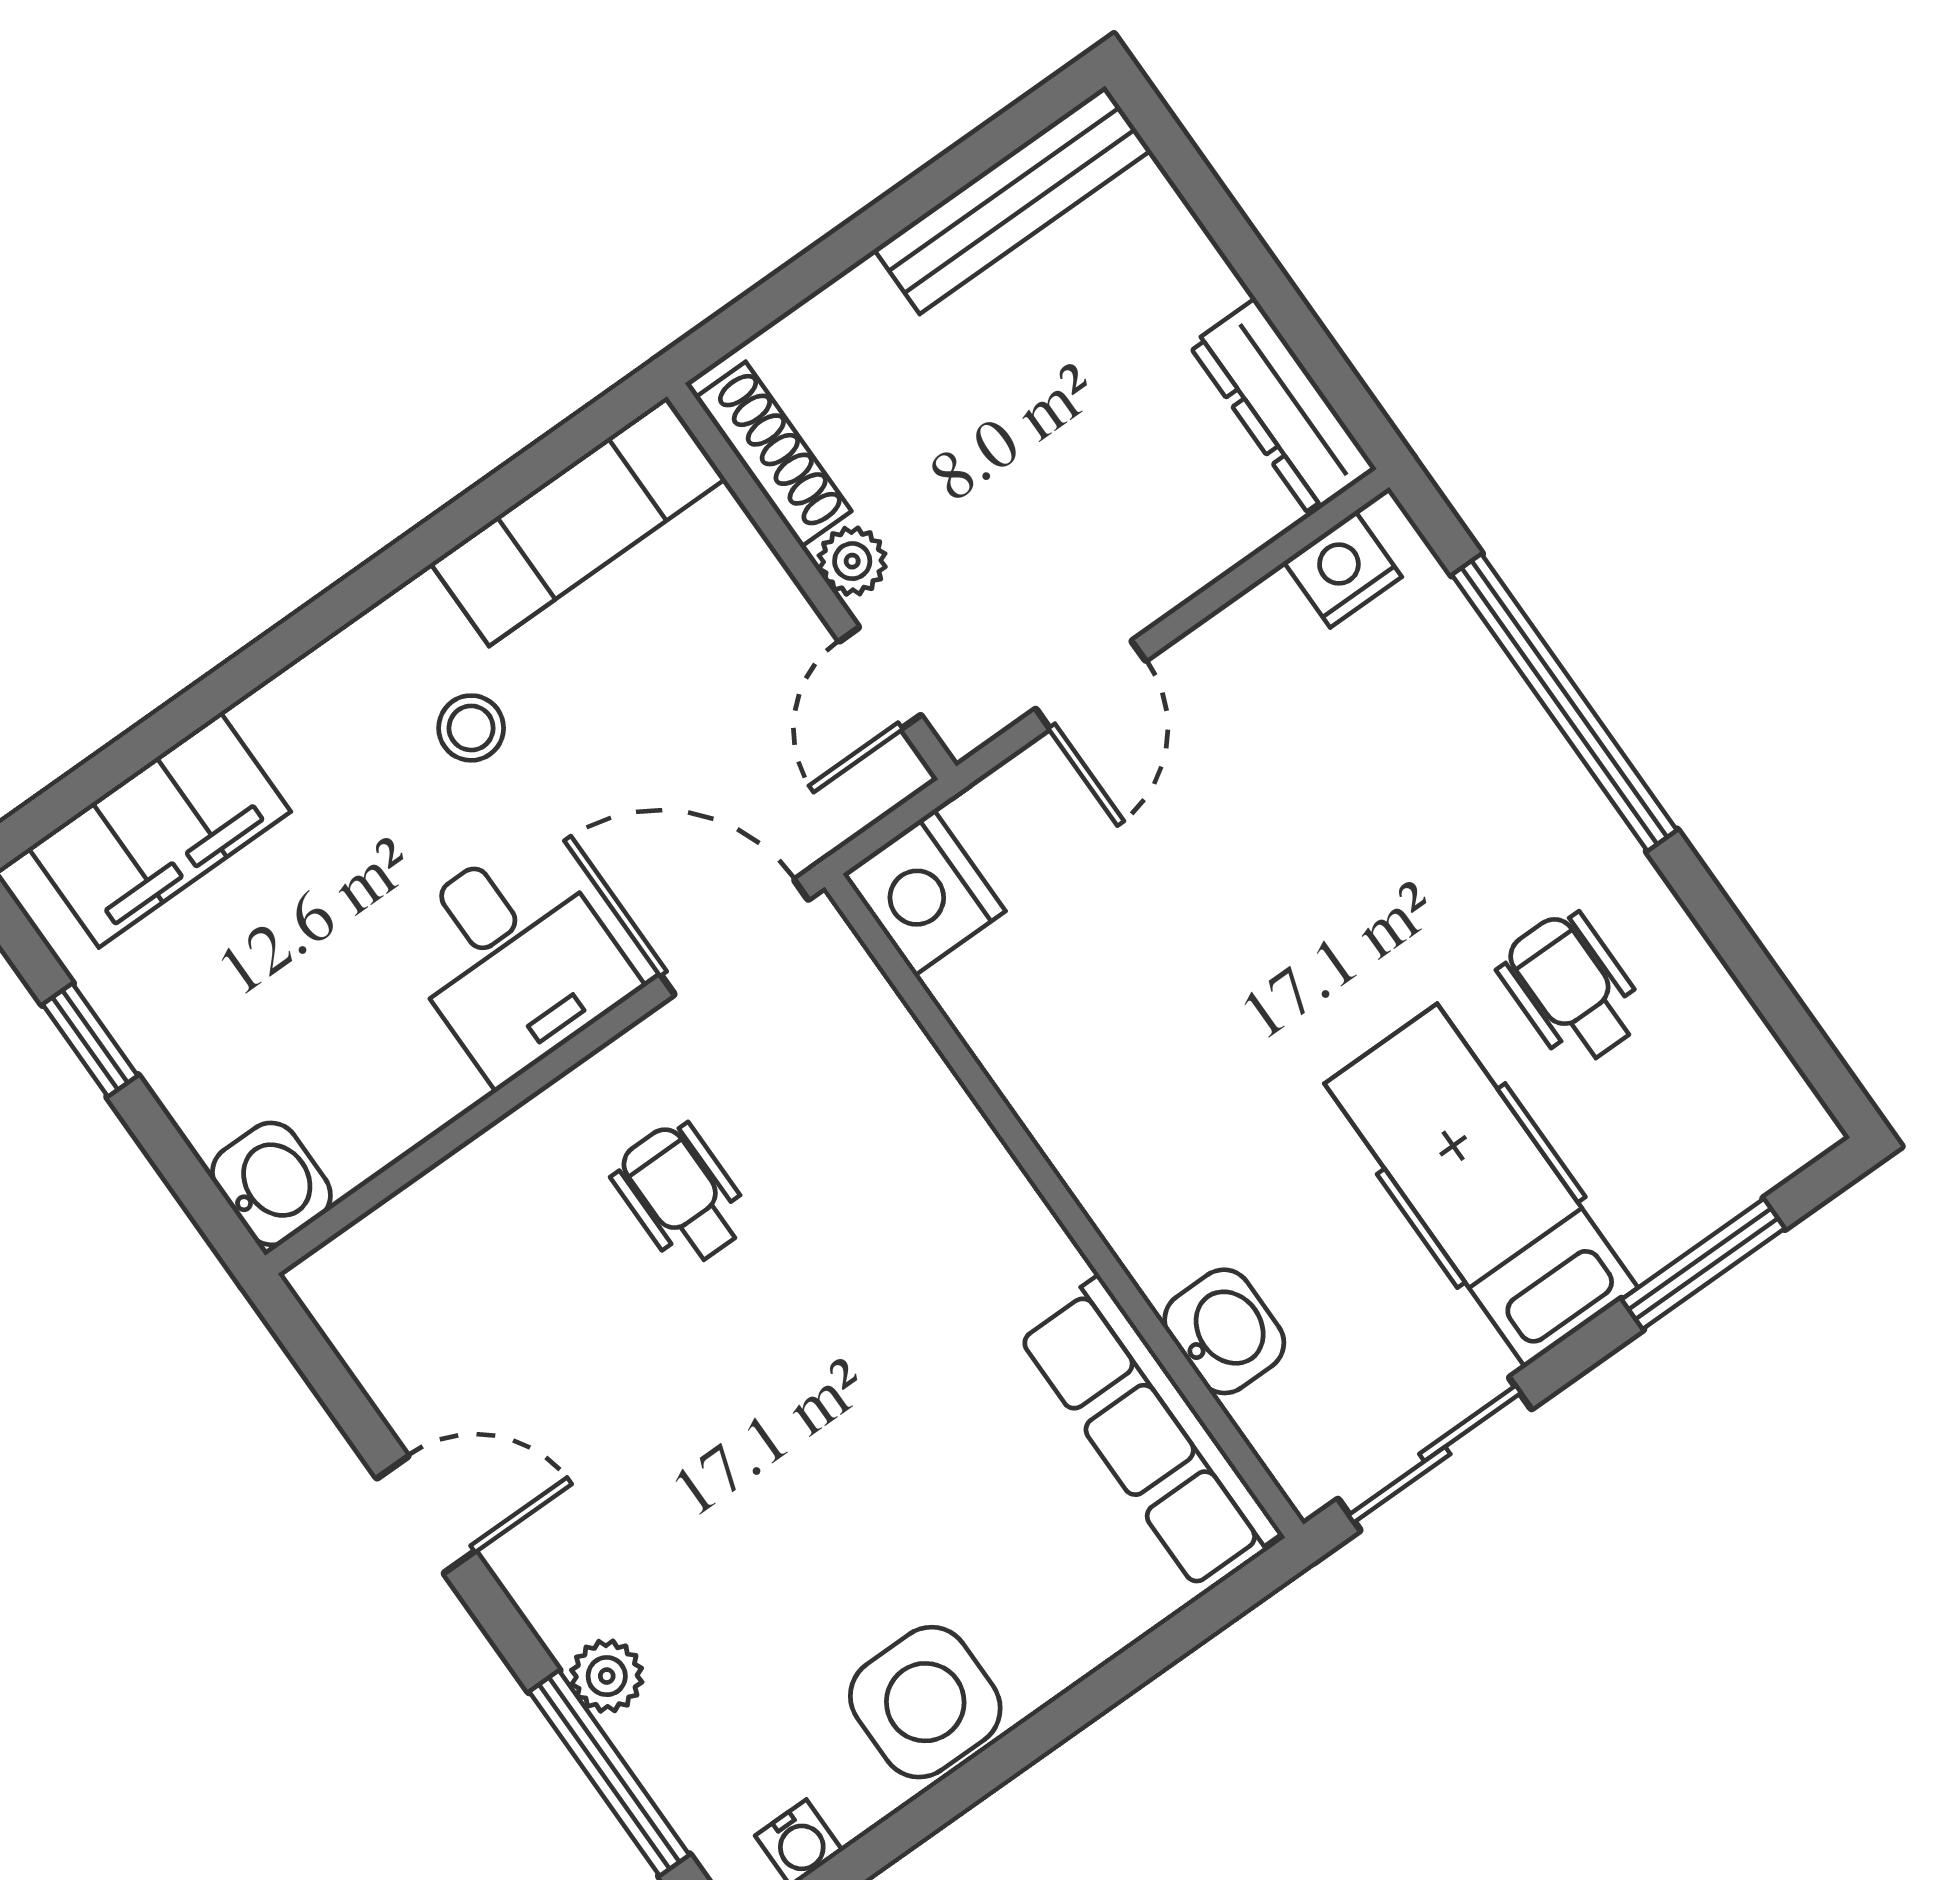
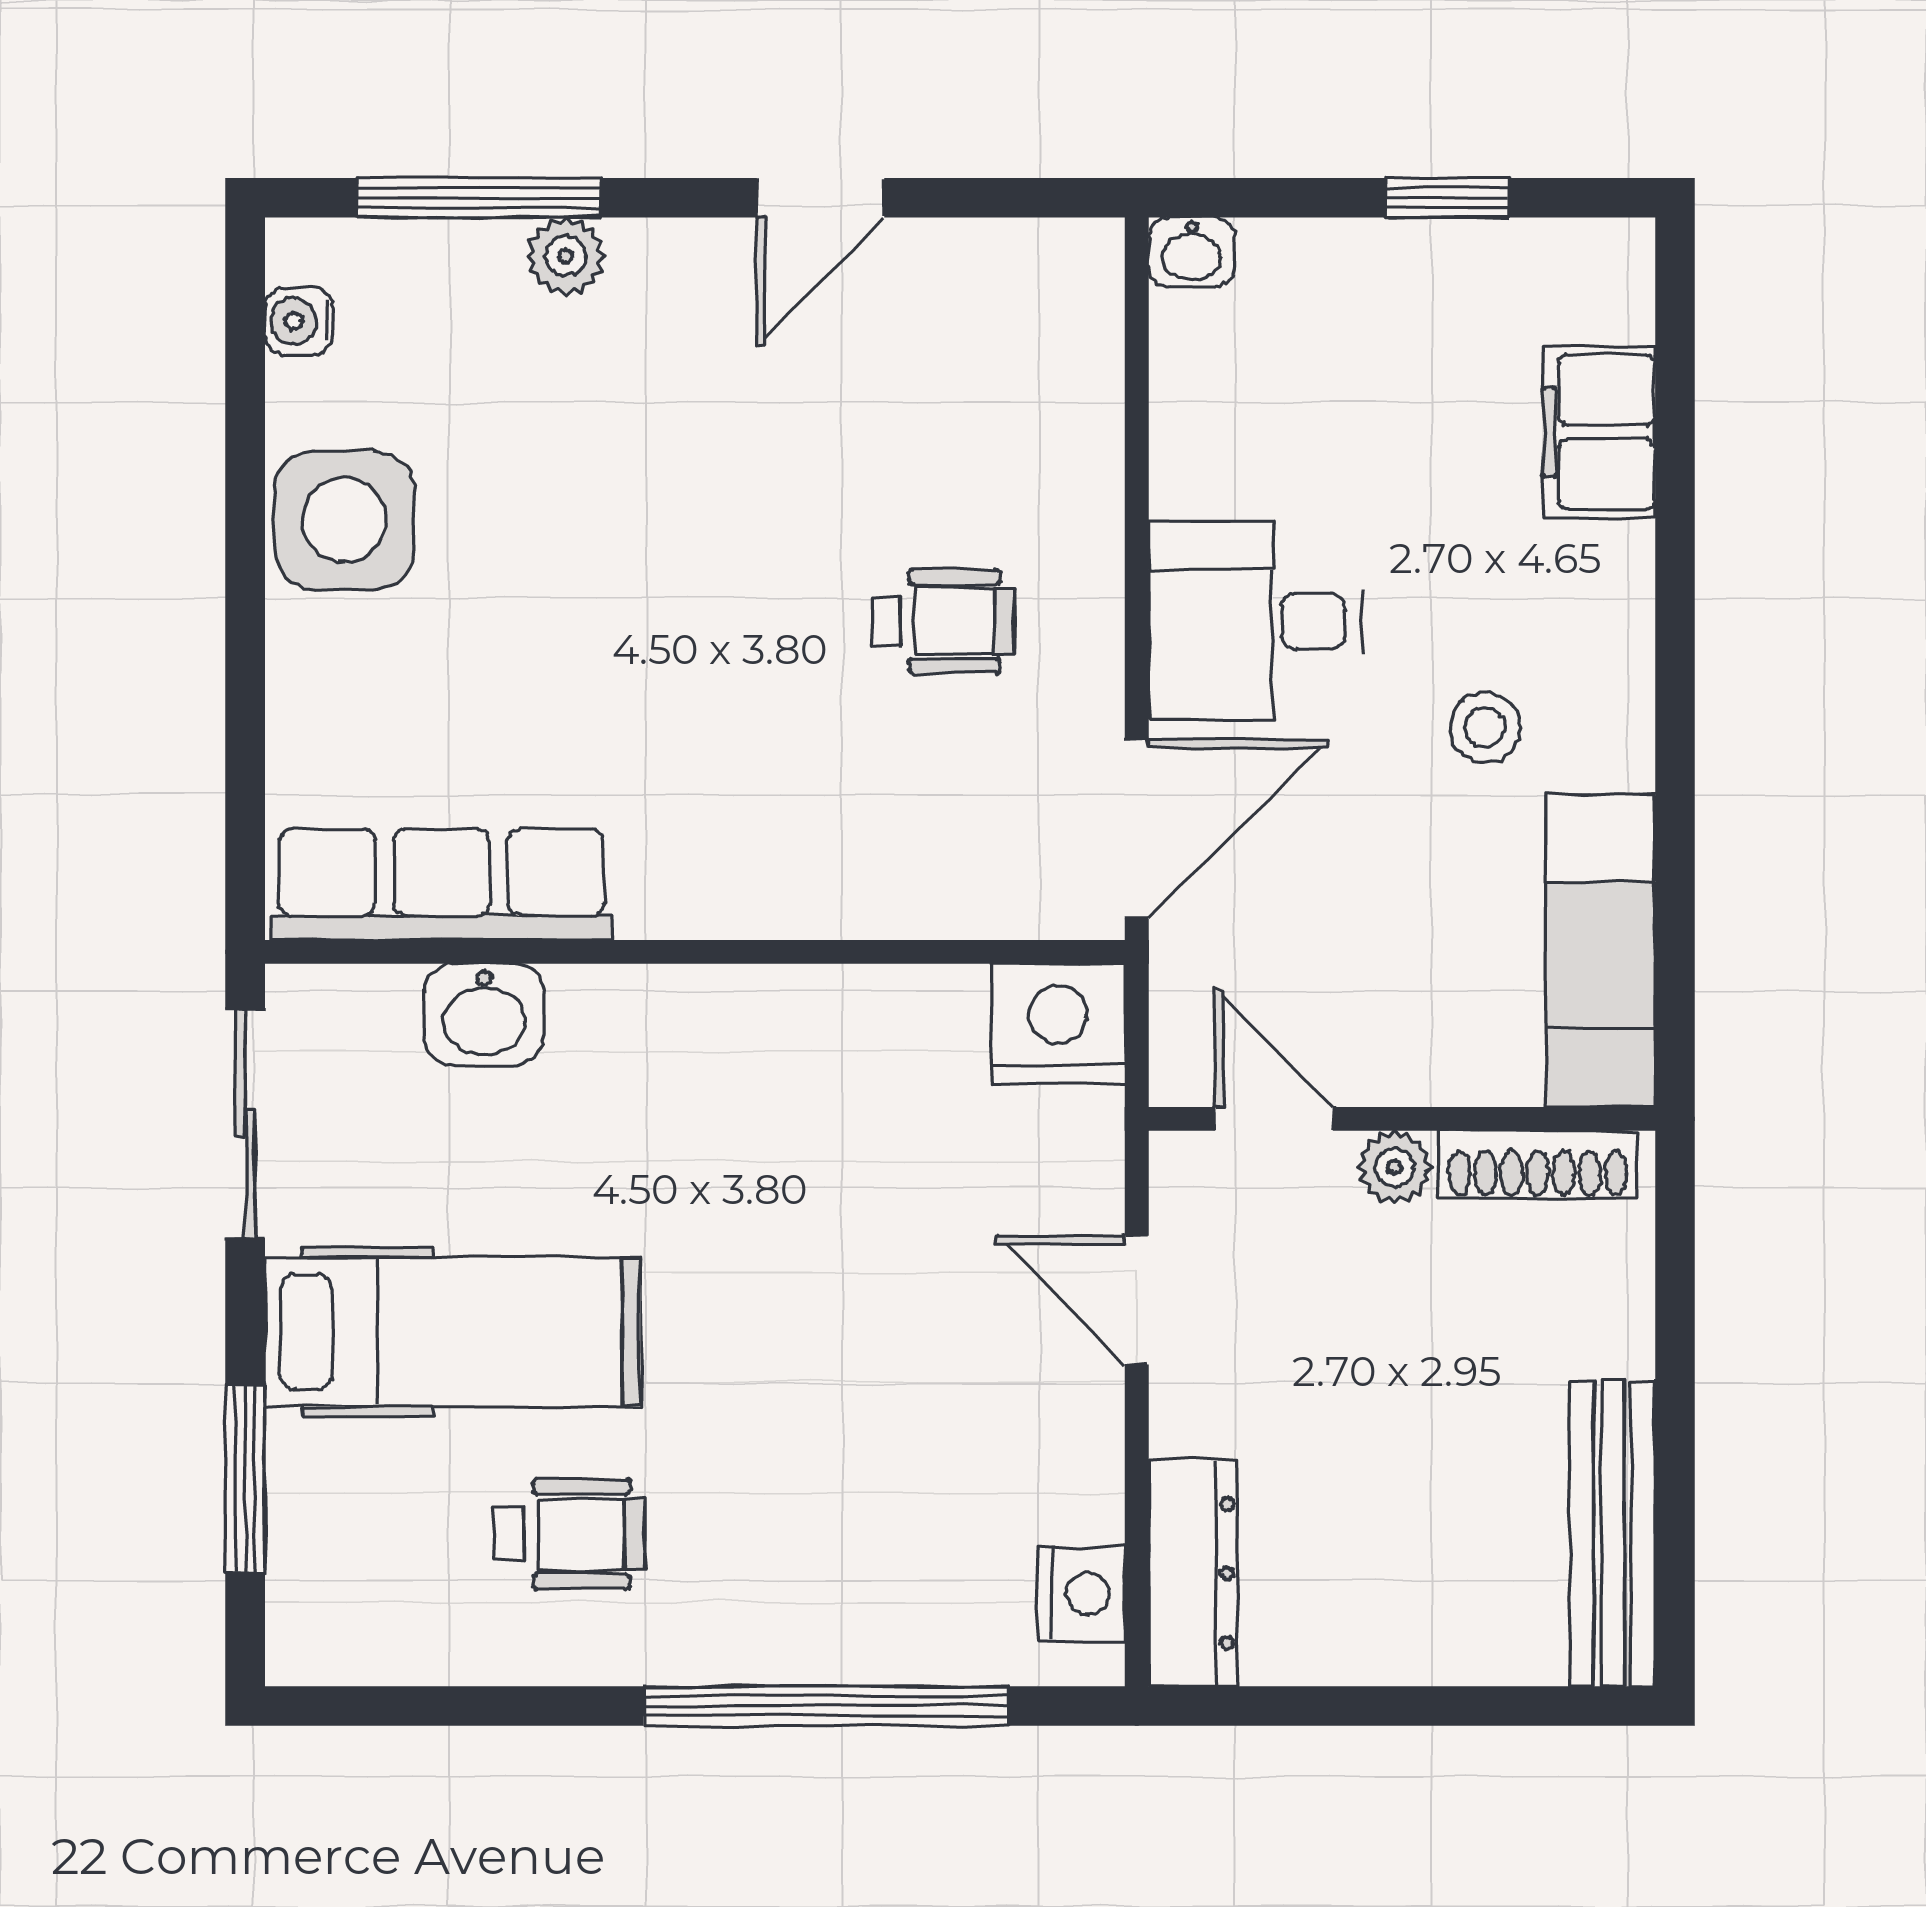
dresser: (1283, 407) -> (1193, 1573), moved, turned 90
filing cabinet: (160, 830) -> (1599, 432), width x0.67, depth x0.86
washbasin: (271, 1184) -> (1192, 252), width x0.72, depth x0.69

